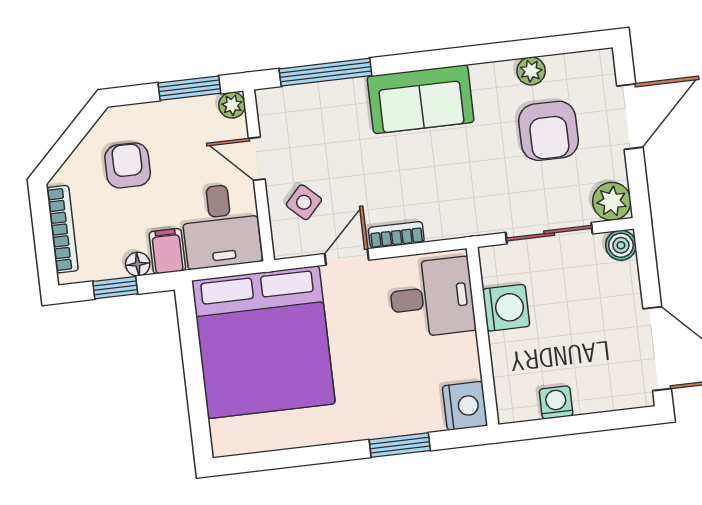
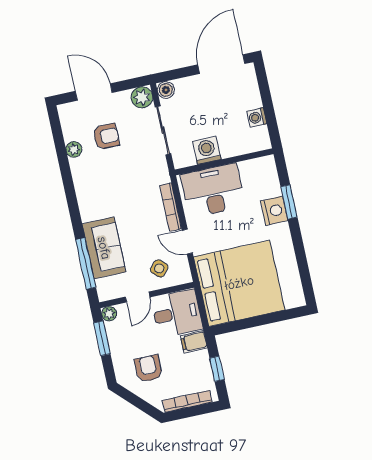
sofa: (421, 99) -> (104, 248), moved
armchair: (549, 131) -> (106, 136), width x0.72, depth x0.72
armchair: (128, 165) -> (148, 369), turned 90
bookcase: (396, 235) -> (171, 207), width x1.56
floor lamp: (138, 264) -> (203, 357), removed
desk: (432, 298) -> (213, 190), width x1.37
nightstand: (465, 406) -> (274, 211), moved, turned 90

